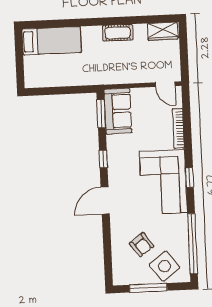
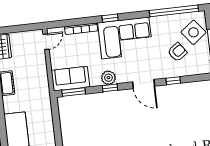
plant: (116, 158) -> (108, 78), added
window: (189, 178) -> (110, 18), moved
window: (107, 237) -> (173, 81), added

